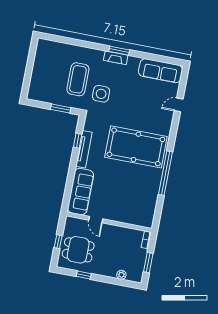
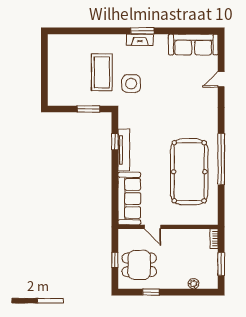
pool table: (136, 147) -> (189, 172), moved, turned 90

